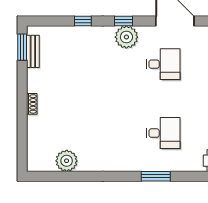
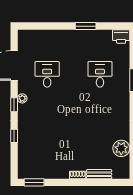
plant: (126, 37) -> (22, 98), width x0.53, depth x0.53
bench: (33, 51) -> (99, 174), moved

